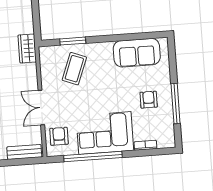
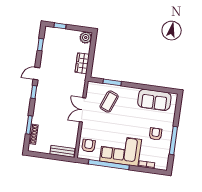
wardrobe: (27, 48) -> (82, 63), moved
double door: (41, 108) -> (83, 110), moved

